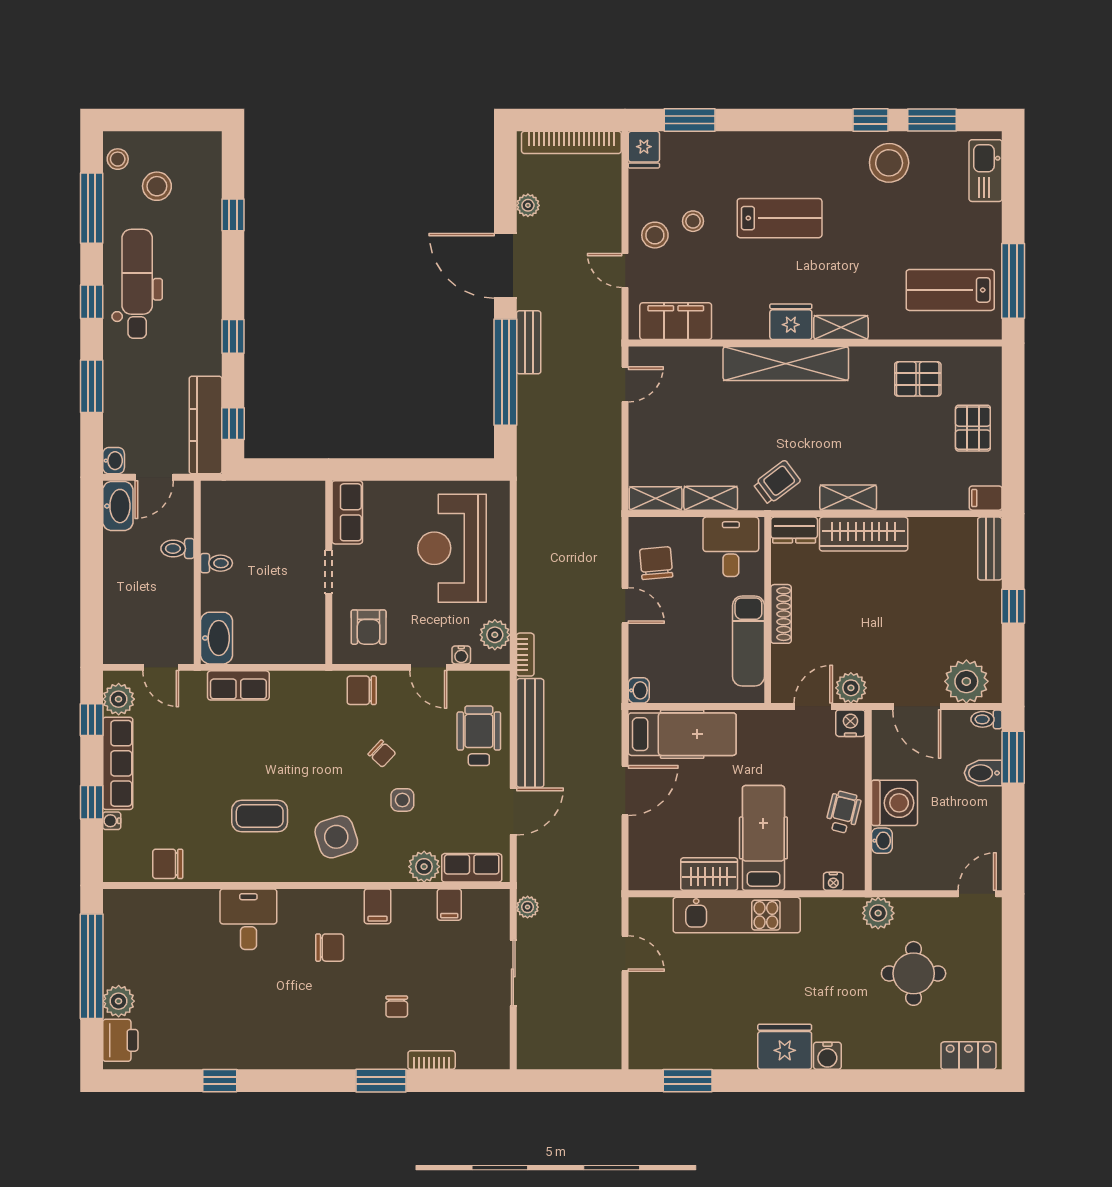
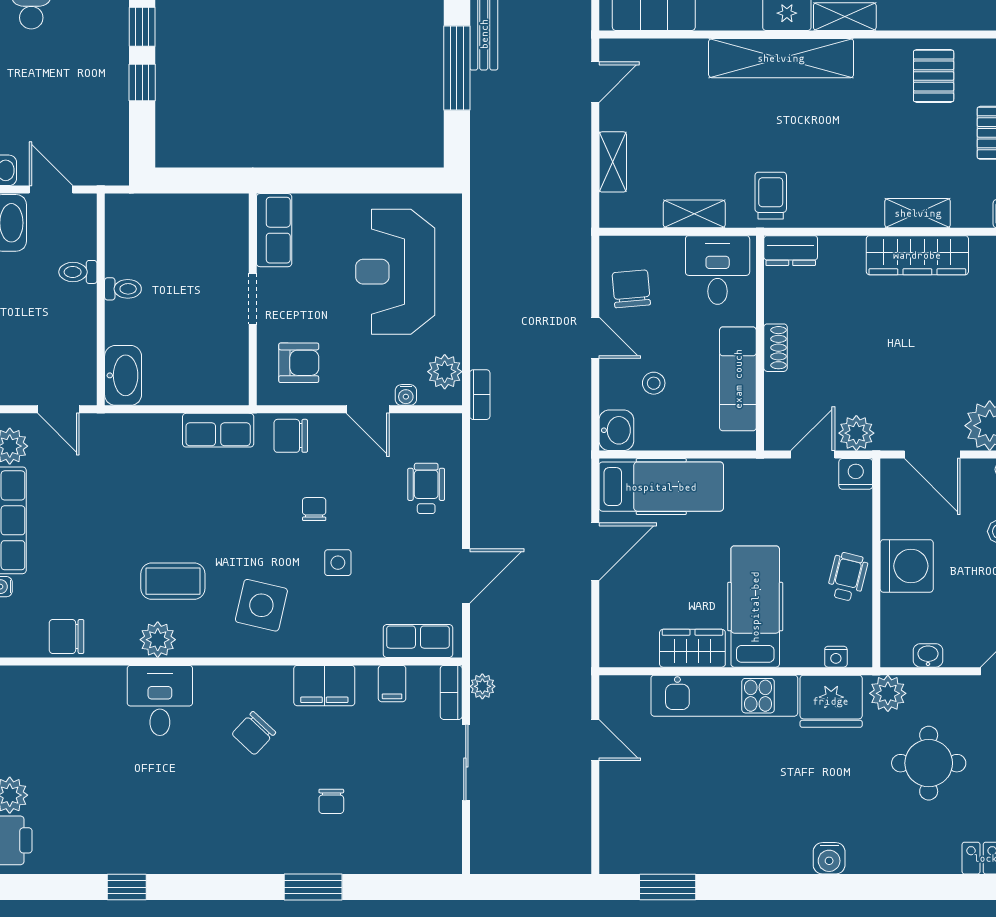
window: (505, 372) -> (457, 68), width x0.68
pallet: (918, 379) -> (934, 76), turned 90
window: (233, 424) -> (142, 83), moved
kitchen counter: (206, 425) -> (110, 129), removed
door: (154, 477) -> (51, 190), swing flipped
trolley: (777, 482) -> (771, 196), turned -53
shelving: (656, 498) -> (613, 162), moved, turned 90
shelving: (848, 498) -> (918, 213), moved
wardrobe: (864, 534) -> (917, 255), moved
shoe rack: (781, 614) -> (775, 348), width x0.70
armchair: (369, 627) -> (299, 363), turned -90
stool: (676, 645) -> (654, 383), added
row of seats: (238, 685) -> (218, 430), moved
washbasin: (639, 690) -> (616, 430), width x1.38, depth x1.45
bench: (530, 733) -> (485, 485), removed
wheelchair: (479, 736) -> (426, 488), width x0.73, depth x0.73
chair: (382, 754) -> (314, 509), turned -133
side table: (336, 837) -> (261, 605), turned 31
washbasin: (882, 841) -> (928, 655), moved, turned -90
plant: (424, 867) -> (158, 640), moved
filing cabinet: (378, 906) -> (324, 686), width x2.00
chair: (330, 948) -> (254, 733), turned 133
fridge: (785, 1047) -> (831, 701), moved, turned 180
bookcase: (432, 1060) -> (451, 692), moved, turned -90

